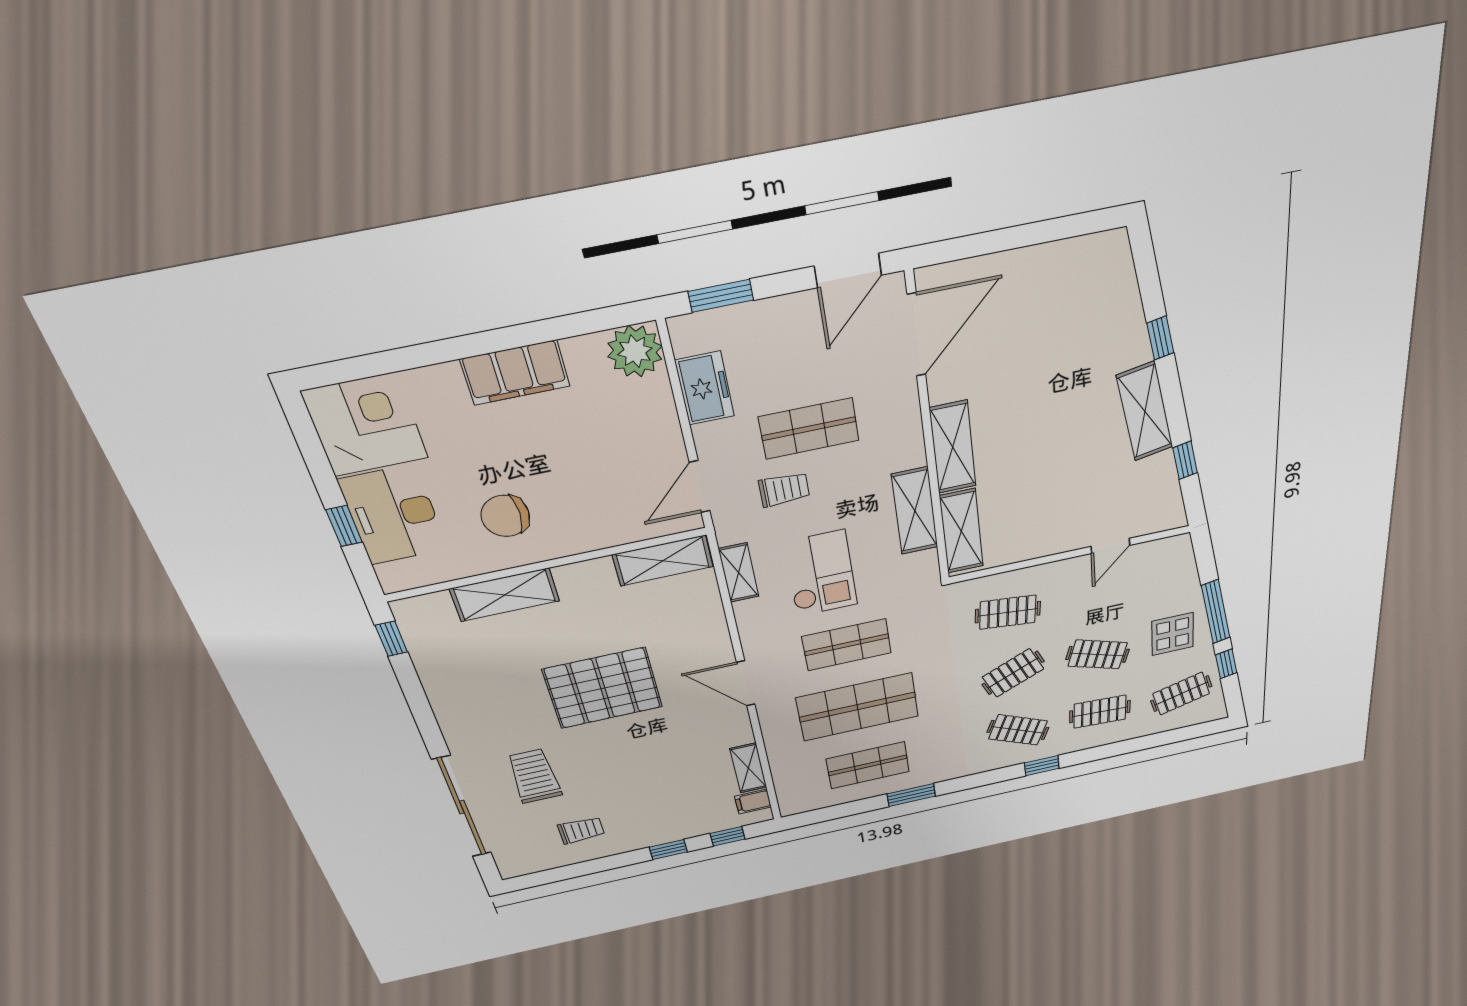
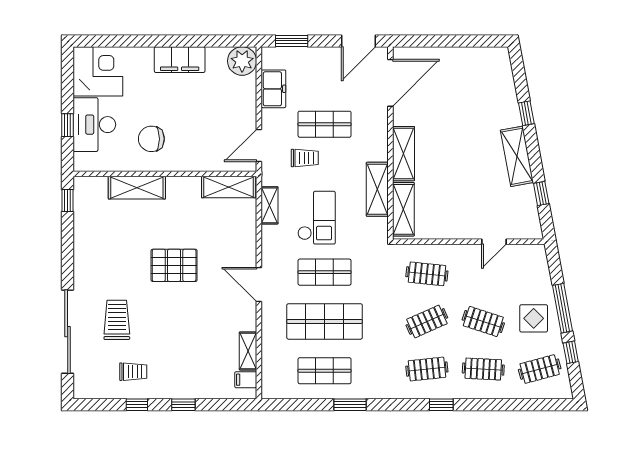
pallet: (603, 688) -> (174, 265), width x0.73, depth x0.71
clothes rail: (1018, 730) -> (427, 369), turned -30
window: (728, 836) -> (137, 405), moved

